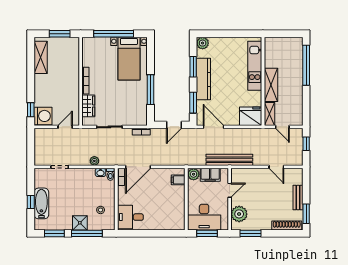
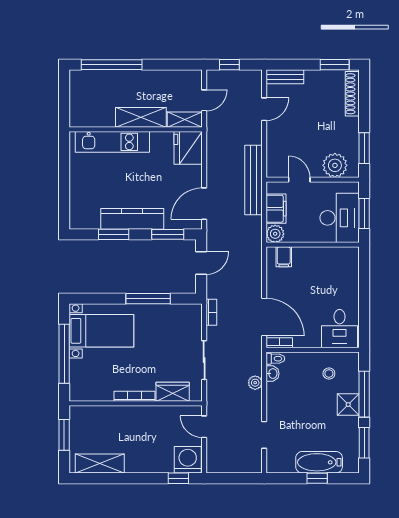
plant: (203, 43) -> (78, 220), removed
door: (174, 125) -> (201, 263), hinge flipped
bench: (298, 197) -> (285, 77), moved

